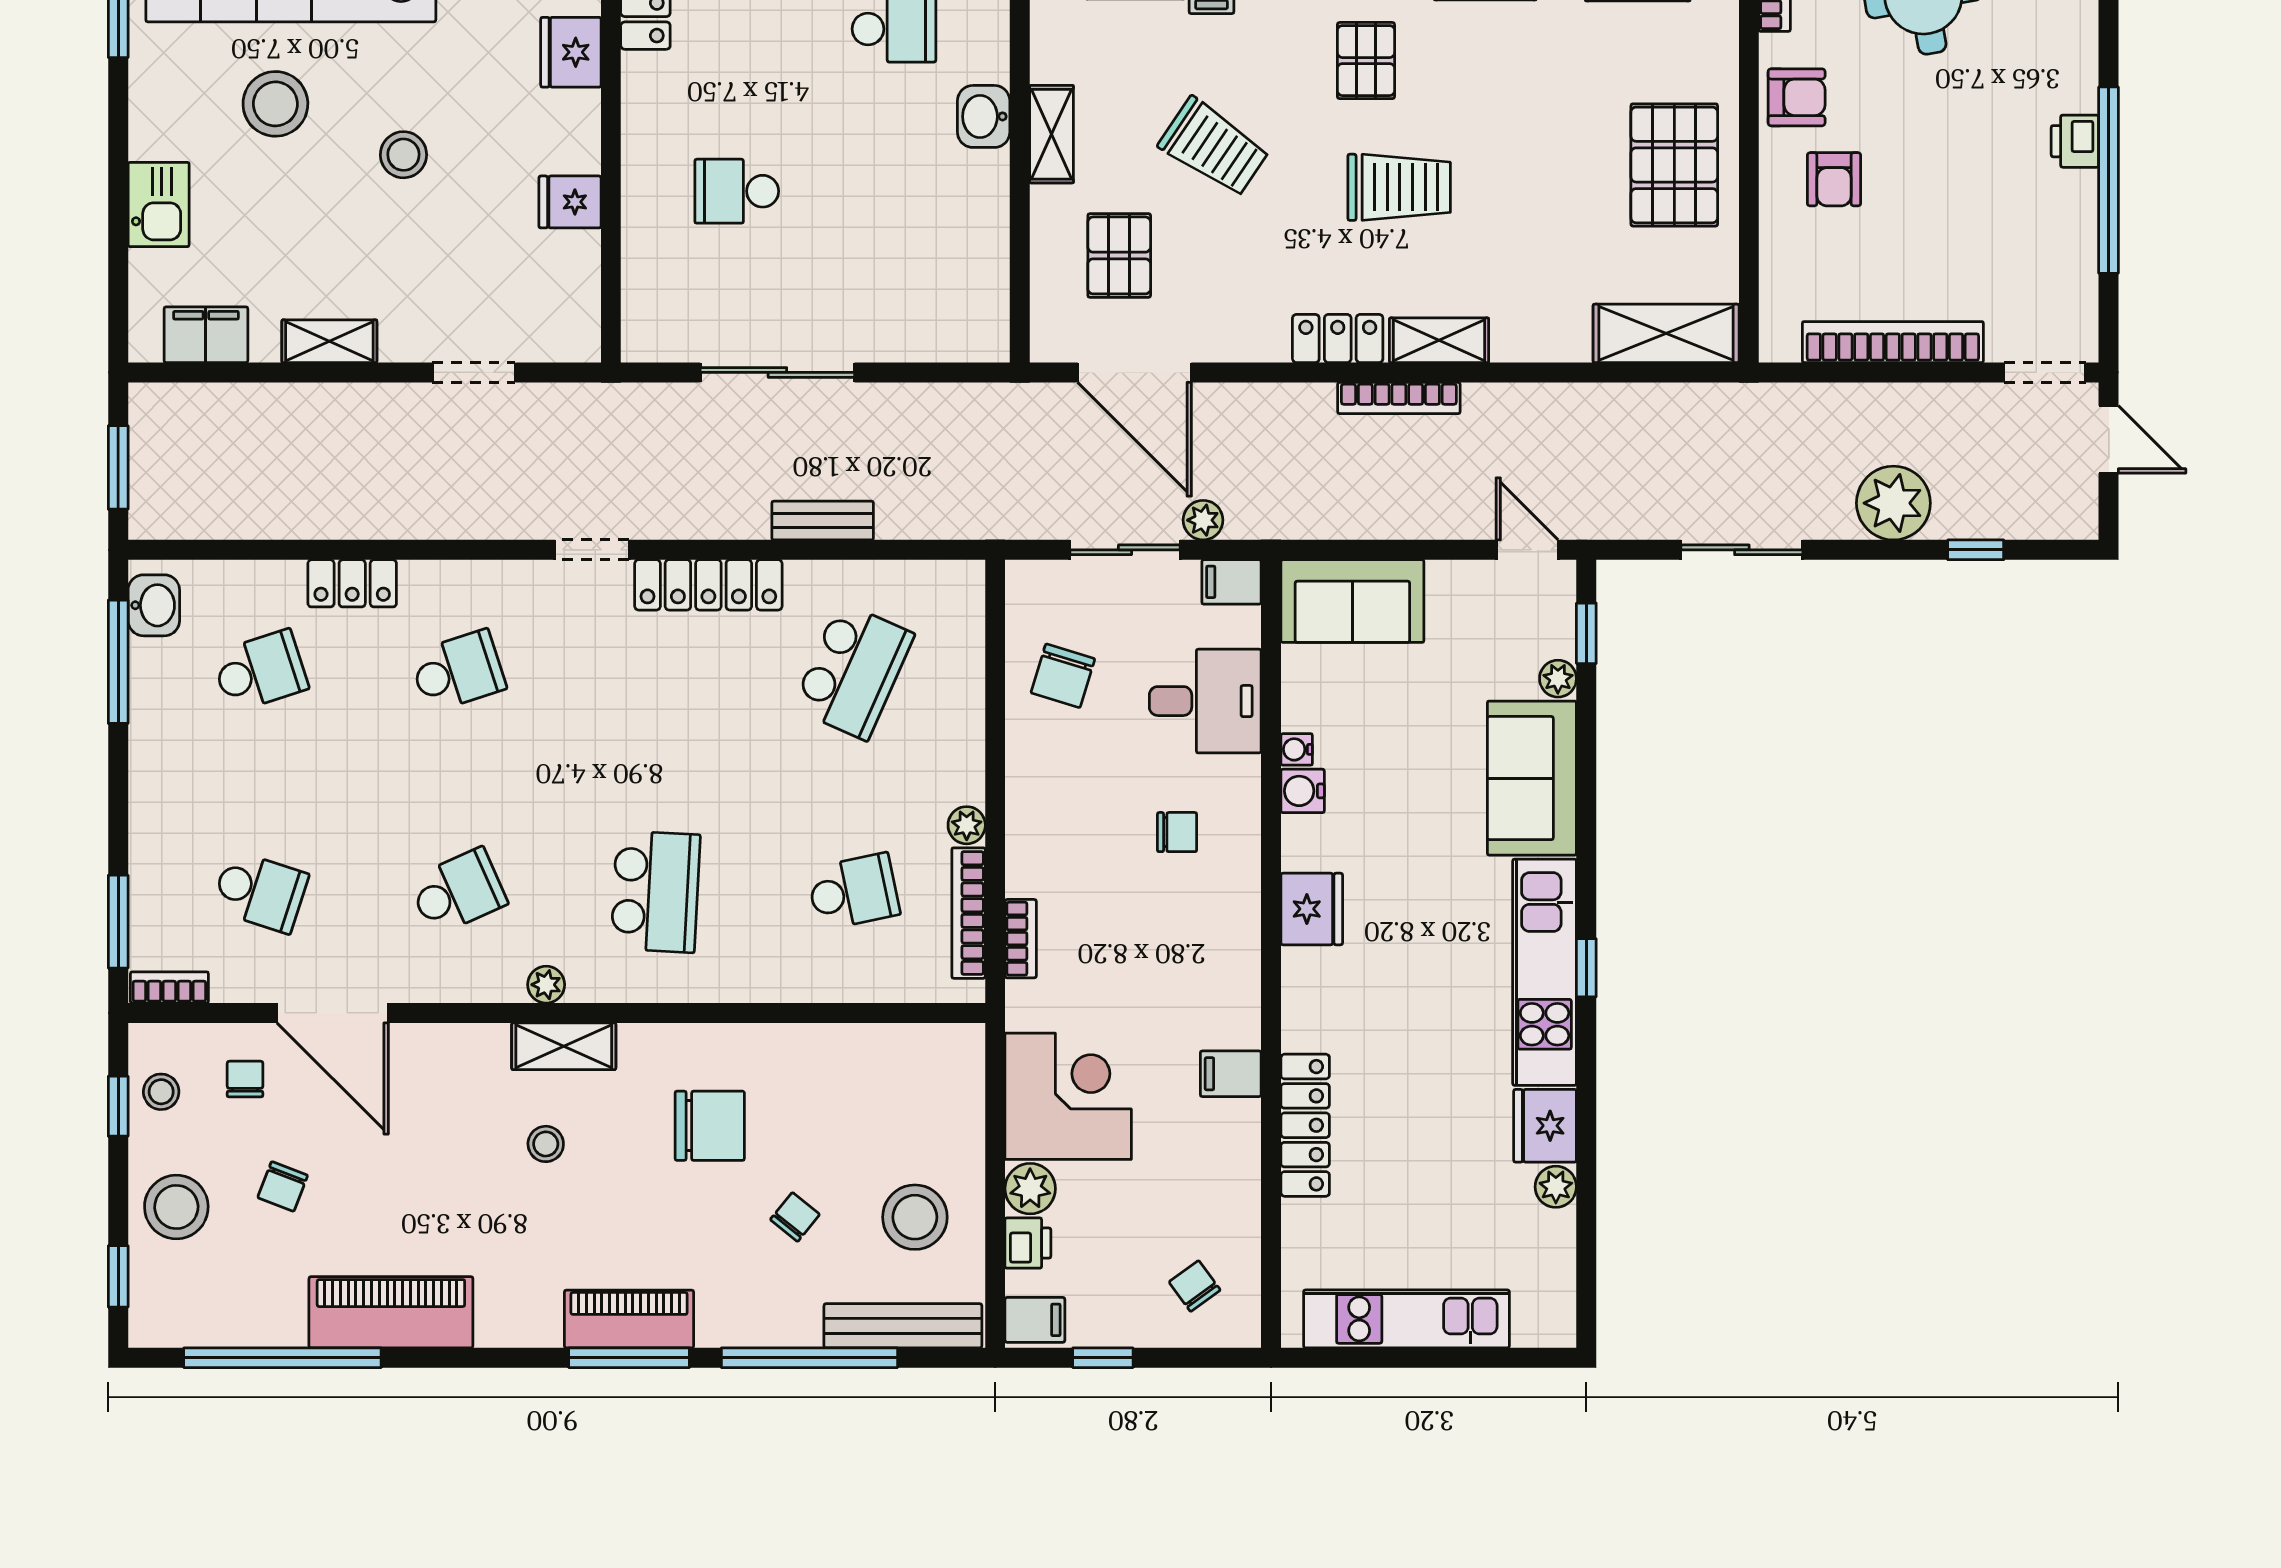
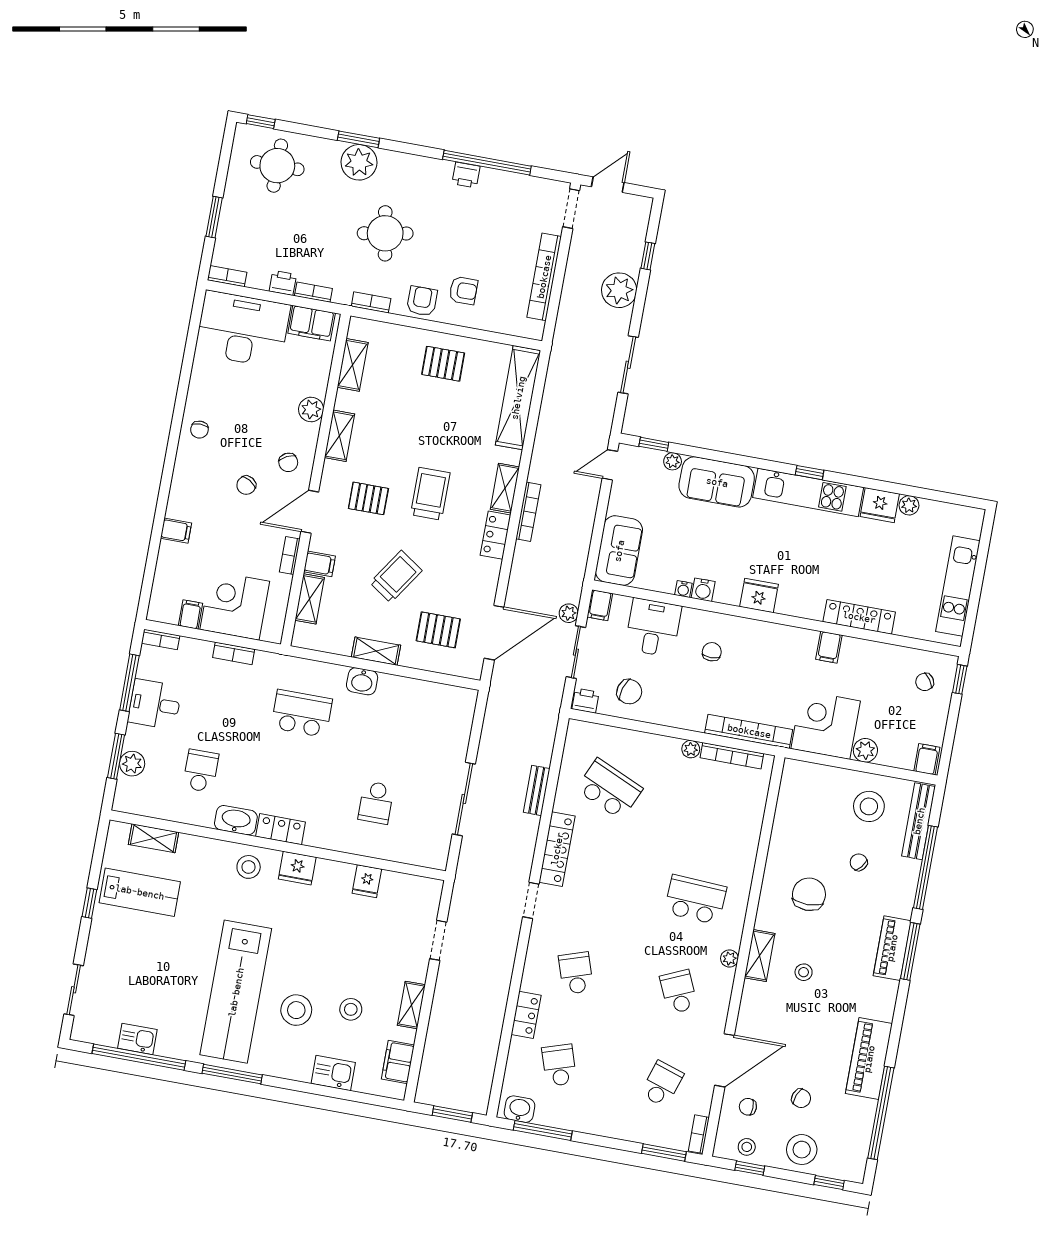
stool: (403, 155) -> (351, 1009), moved
pallet: (1674, 165) -> (443, 364), width x0.67, depth x0.71
shelving: (1666, 333) -> (518, 398), width x1.47
school desk: (853, 892) -> (712, 808), removed
bookcase: (1021, 939) -> (749, 731), width x2.31, depth x1.31
printer: (1028, 1243) -> (586, 701), moved
window: (1103, 1358) -> (960, 679), moved

